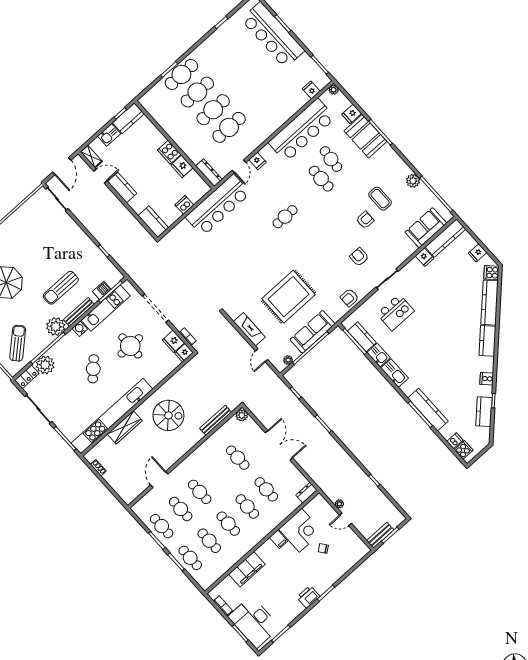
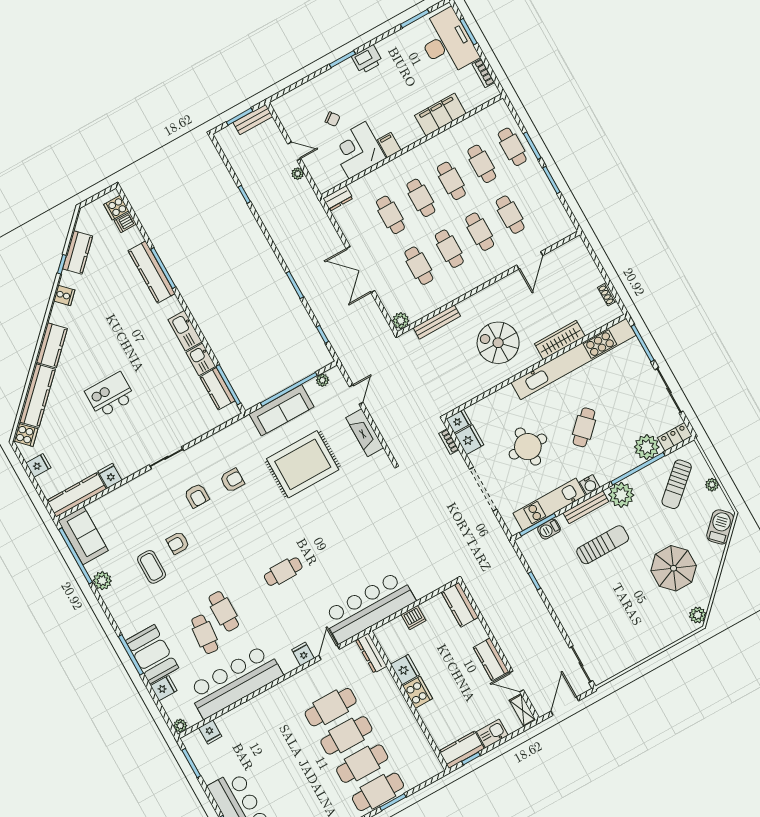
sofa: (426, 228) -> (83, 536), moved, turned -90
armchair: (349, 298) -> (232, 480), moved
kitchen island: (395, 312) -> (110, 395), moved
cafe table: (162, 526) -> (449, 249), moved

